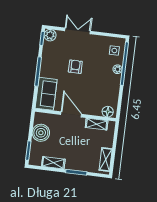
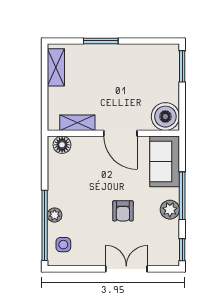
double door: (78, 31) -> (126, 269), swing flipped
plant: (50, 35) -> (170, 210), moved
boiler: (41, 133) -> (165, 117), moved
shelving: (53, 163) -> (139, 52), removed

